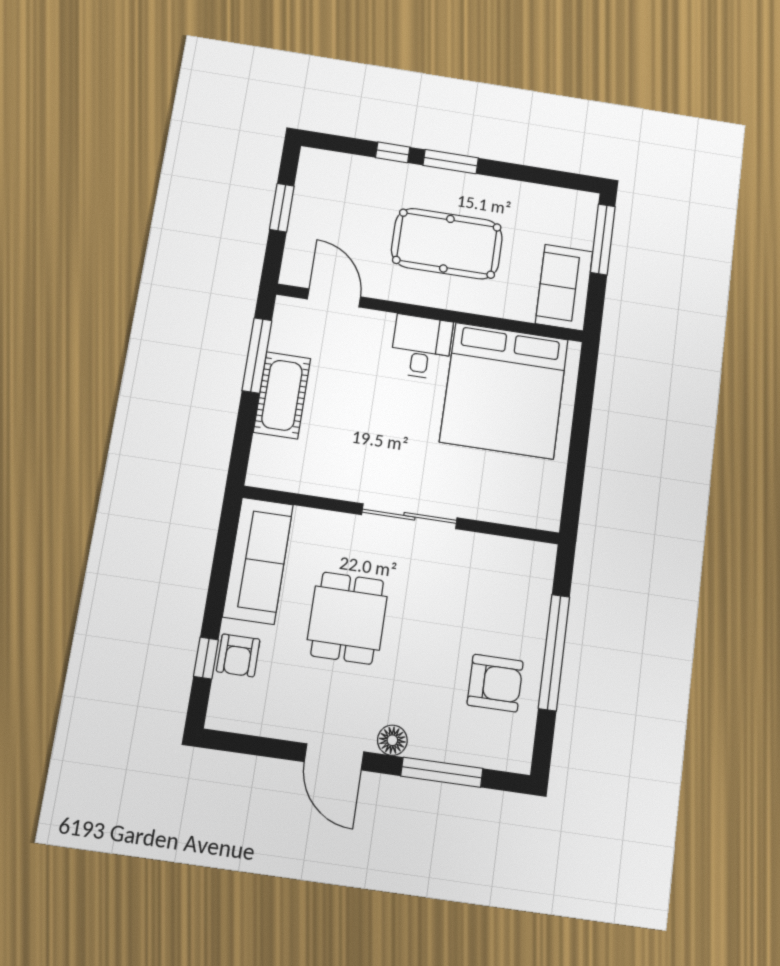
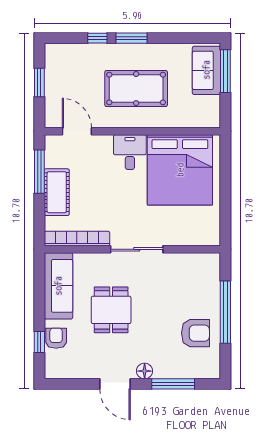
sofa: (564, 287) -> (206, 70), moved
bookcase: (305, 481) -> (77, 239), added
armchair: (238, 655) -> (56, 338), turned 180

